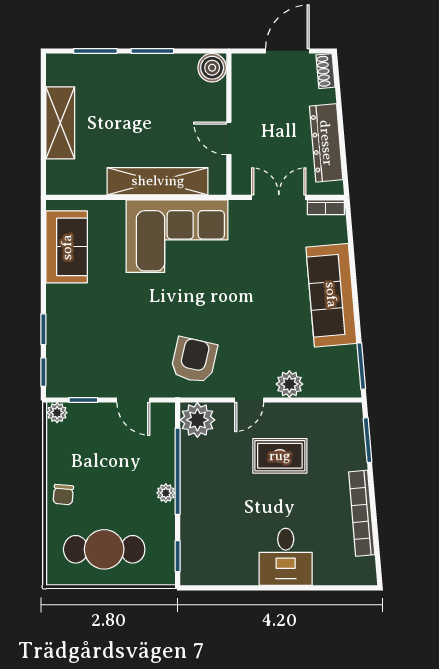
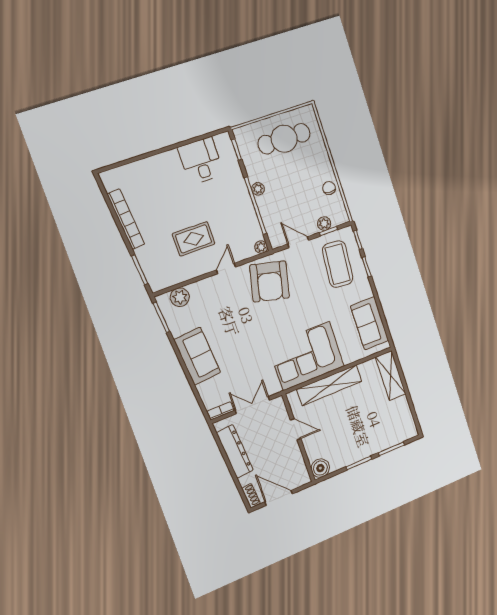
door: (287, 51) -> (279, 498), swing flipped
shelving: (60, 123) -> (391, 375), moved
double door: (279, 197) -> (252, 405), swing flipped
sofa: (331, 295) -> (197, 356), width x0.73
coffee table: (86, 349) -> (338, 264), added
armchair: (194, 360) -> (270, 281), width x1.36, depth x1.36
plant: (289, 384) -> (180, 297), moved
plant: (57, 413) -> (324, 224), moved
plant: (197, 420) -> (261, 247), width x0.53, depth x0.53
chair: (63, 495) -> (329, 188), moved
desk: (286, 557) -> (201, 161), moved

